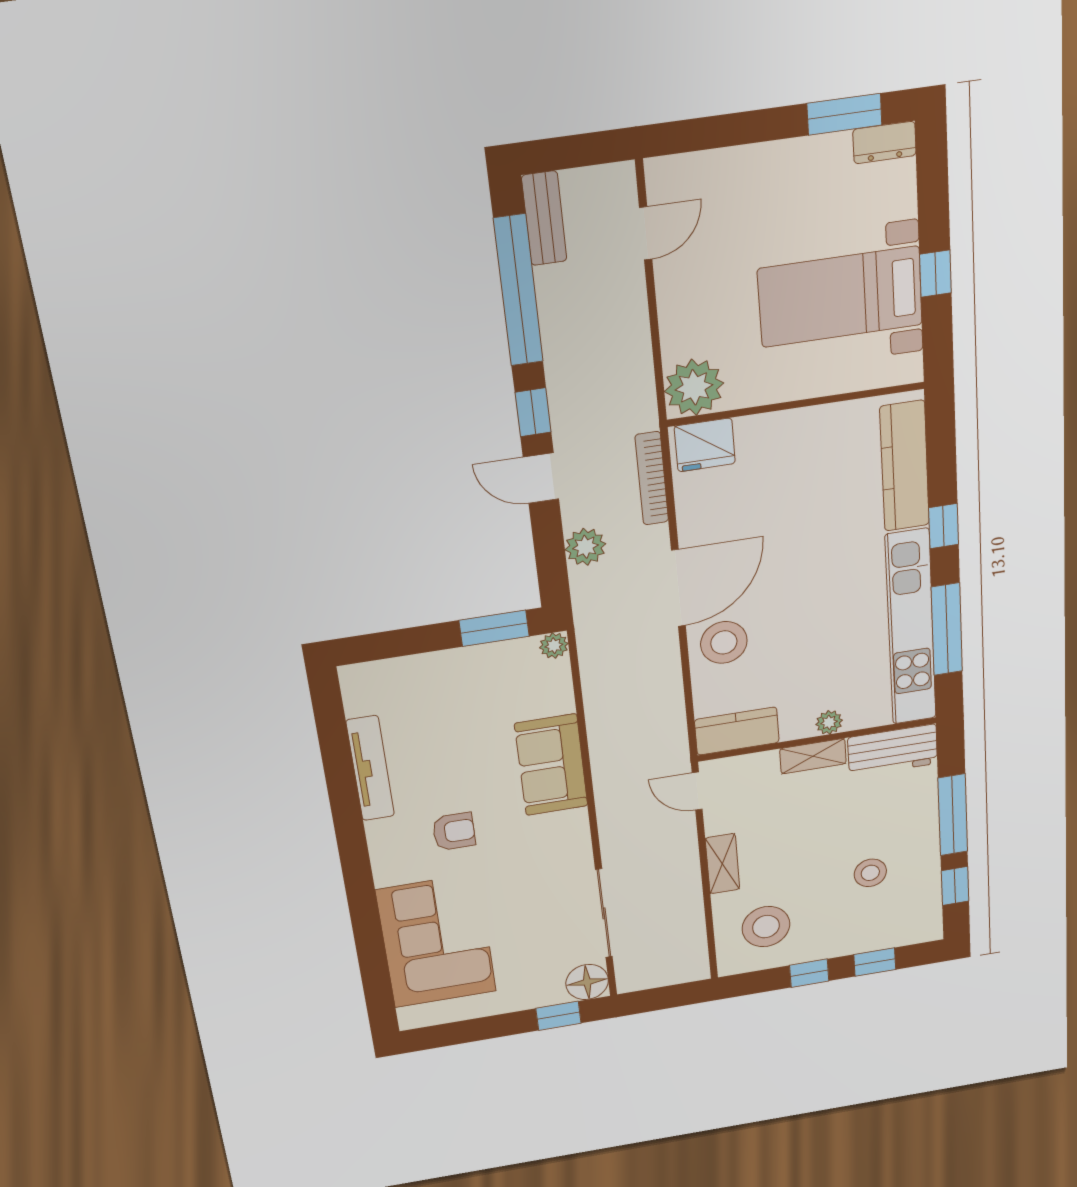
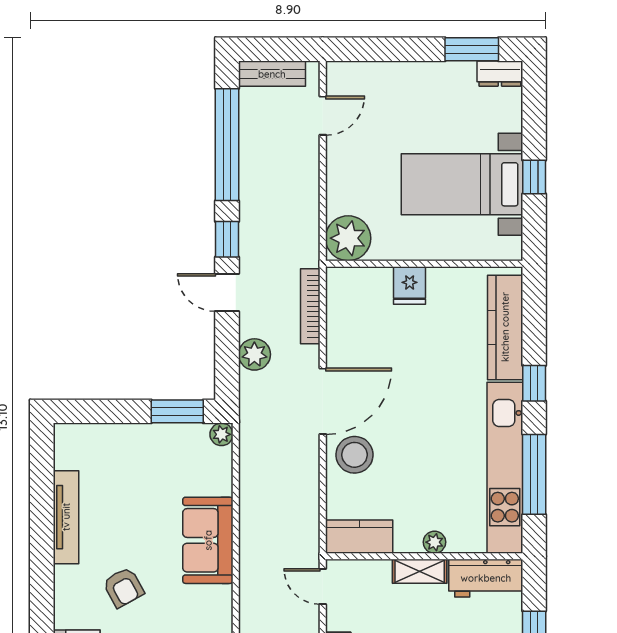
bench: (544, 218) -> (272, 74), moved, turned 90
fridge: (705, 445) -> (410, 285), moved, width x0.72
armchair: (454, 831) -> (123, 587), turned 61

